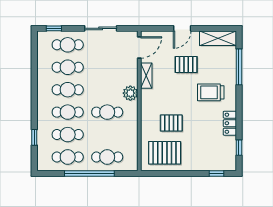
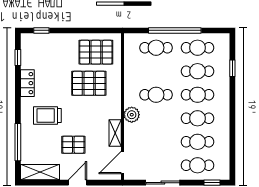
trolley: (211, 92) -> (47, 115), turned 180
pallet: (171, 123) -> (89, 83), width x1.50, depth x1.42

